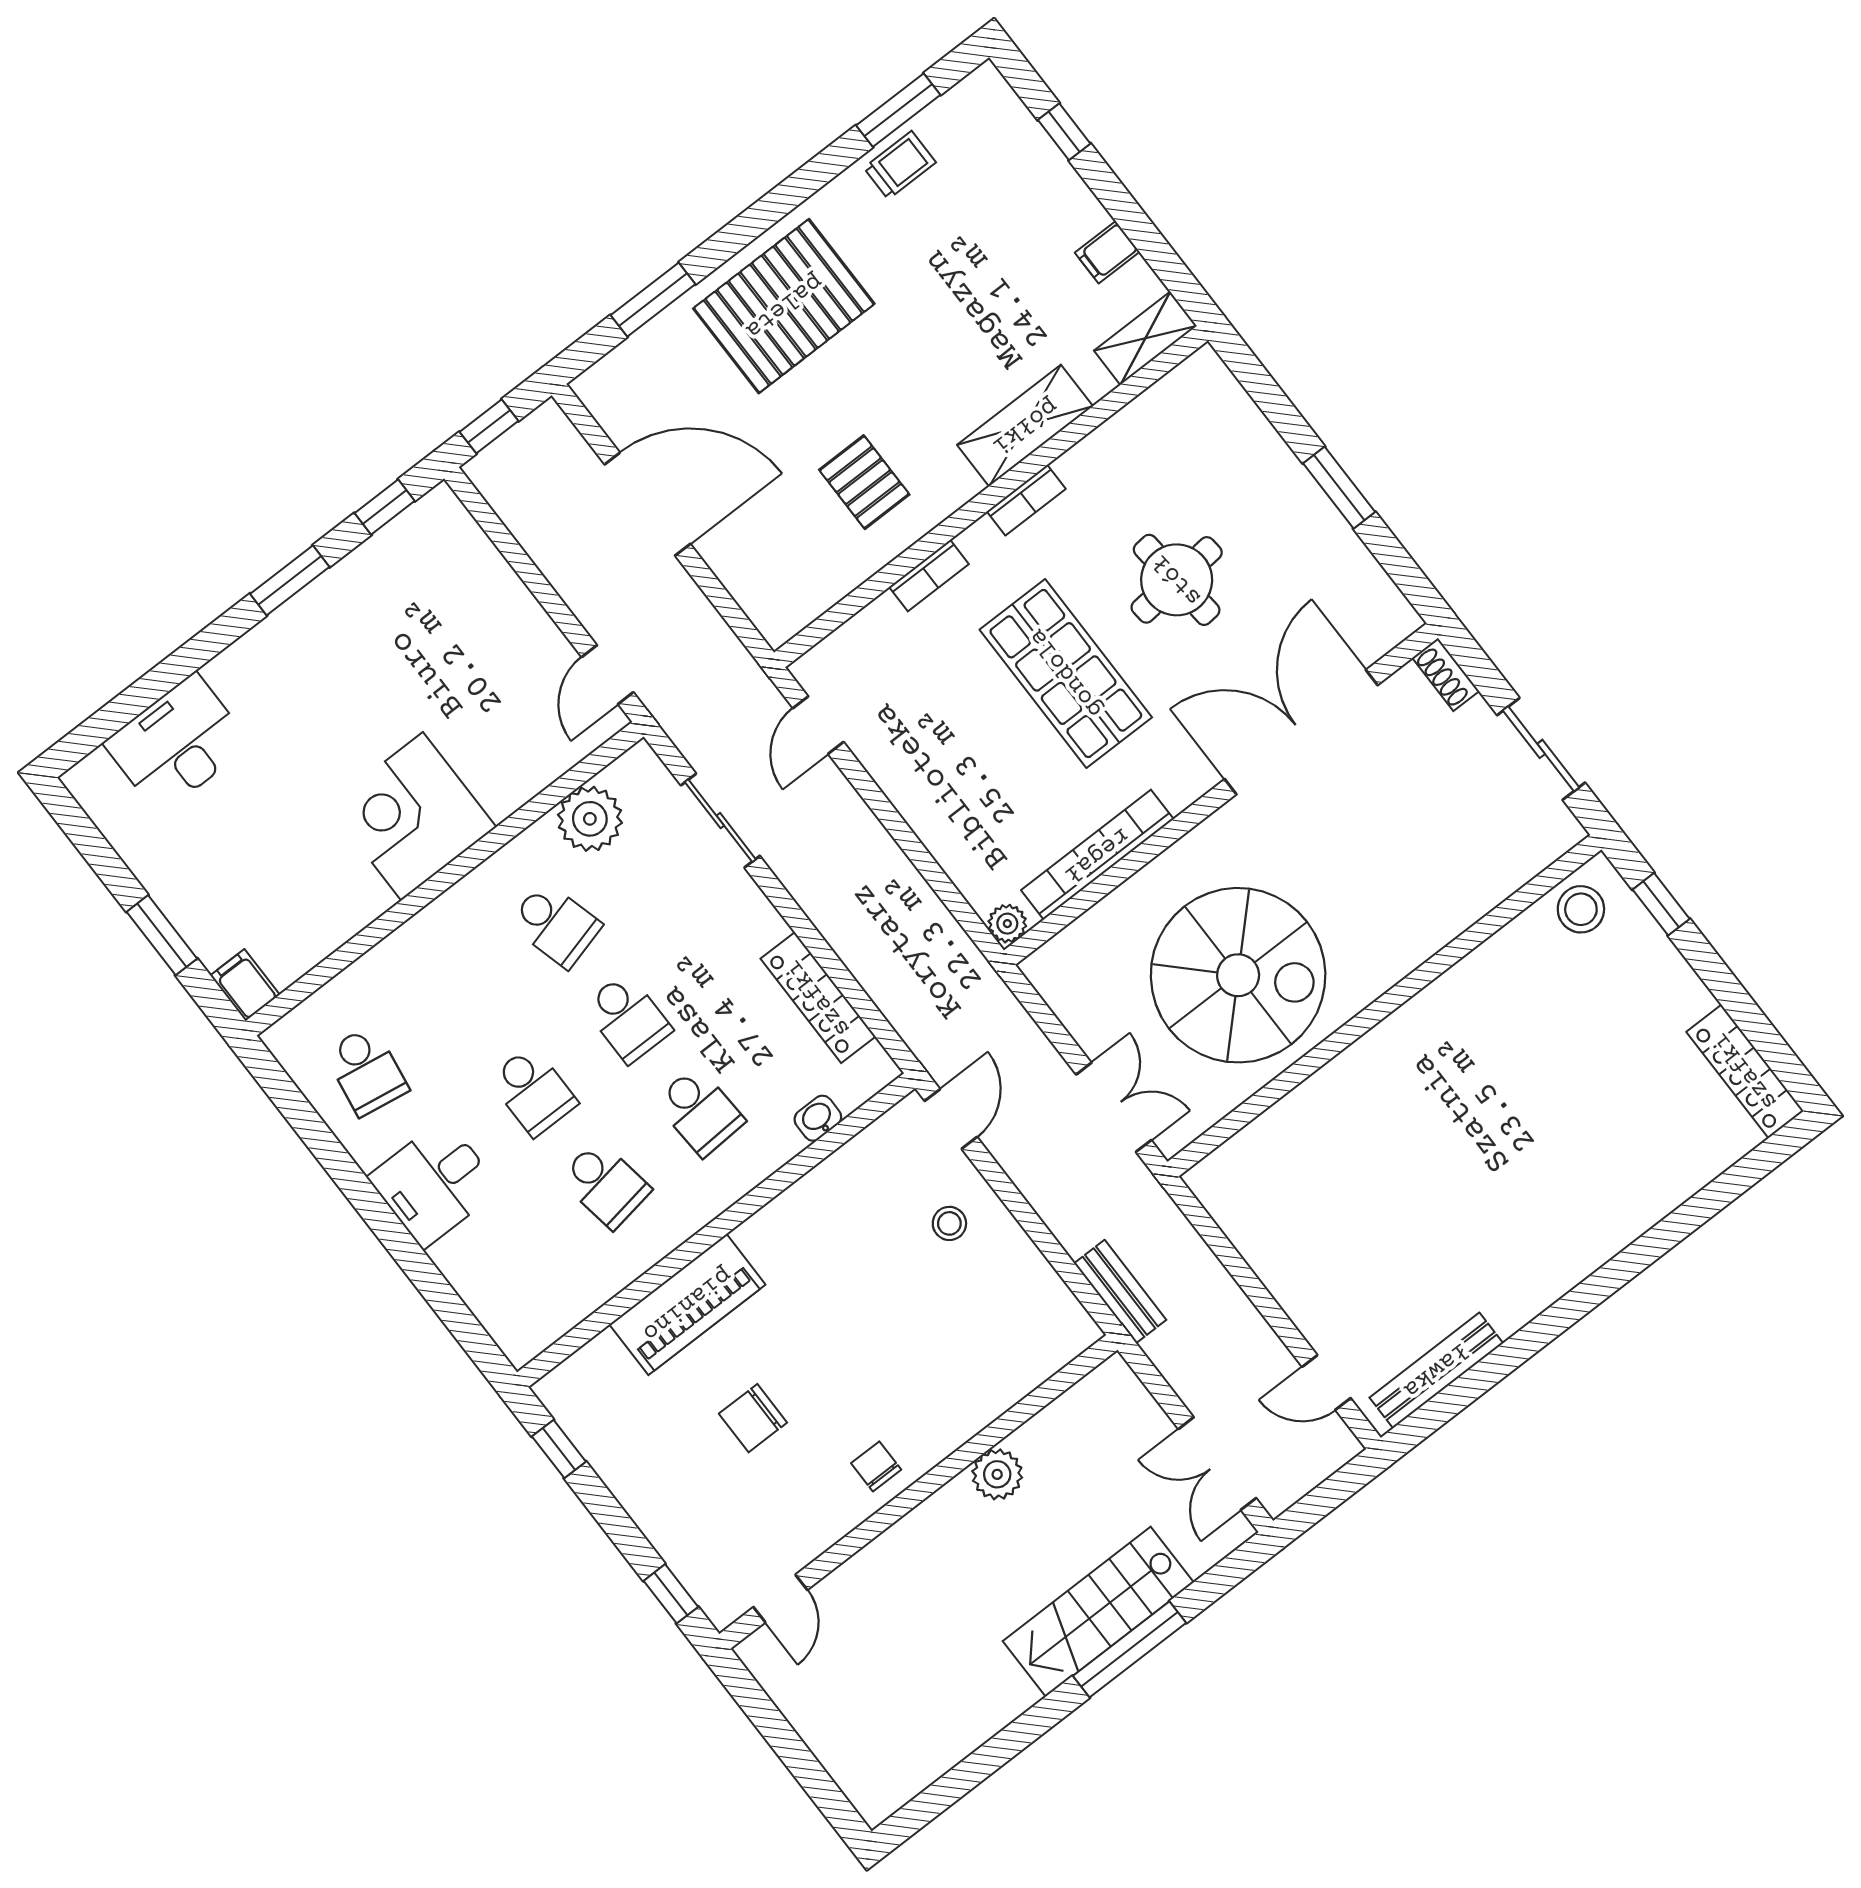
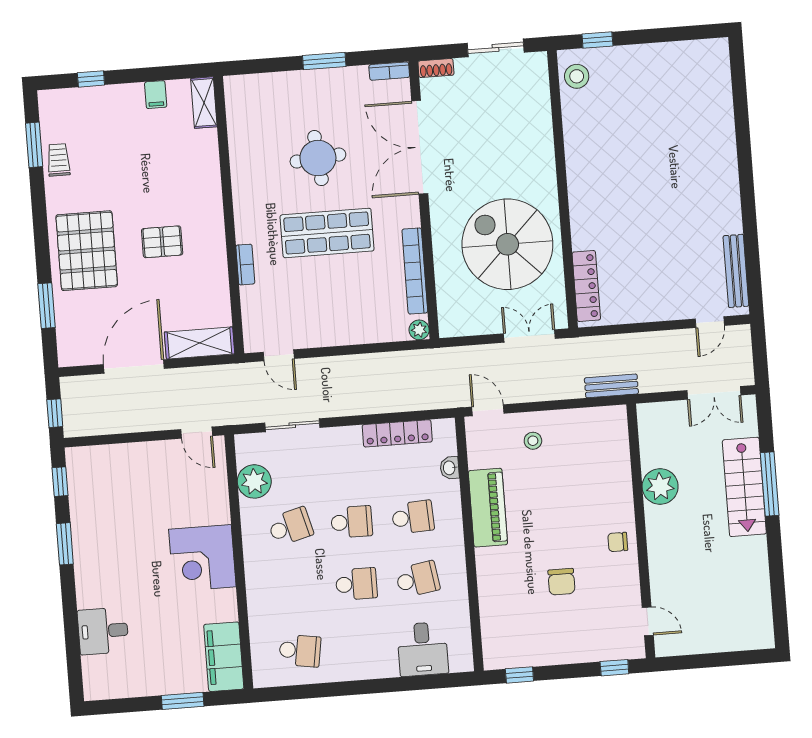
shelving: (1025, 426) -> (200, 343), moved, turned 90
pallet: (864, 482) -> (162, 242), moved
bookcase: (1026, 500) -> (389, 71), moved, turned 90
desk: (177, 744) -> (103, 631), width x0.73
spiral stairs: (1238, 975) -> (507, 244), turned -90
filing cabinet: (245, 985) -> (224, 657), width x3.00, depth x1.17
locker: (1745, 1071) -> (586, 286), moved, turned -90
desk: (434, 1183) -> (423, 649), moved
piano: (687, 1304) -> (488, 508), moved
plant: (997, 1474) -> (660, 486), width x1.36, depth x1.36

